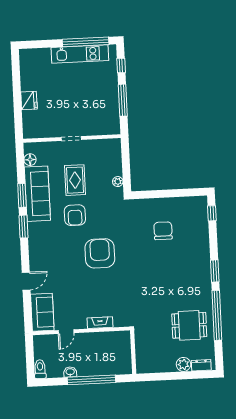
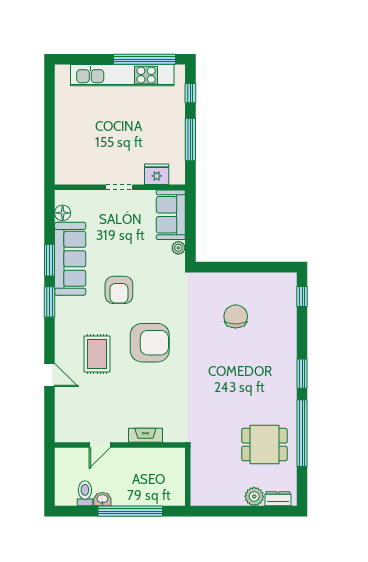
kitchen unit: (80, 54) -> (122, 75), width x1.36
fridge: (29, 101) -> (157, 174), moved, turned -90
rug: (75, 180) -> (97, 354), moved
armchair: (100, 253) -> (150, 343), turned 90
door: (26, 281) -> (50, 375), hinge flipped
sofa: (42, 312) -> (171, 215), moved, turned 180
toilet: (40, 369) -> (85, 493), moved

